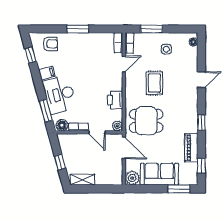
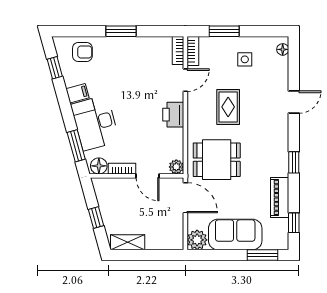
printer: (115, 100) -> (173, 115), moved

